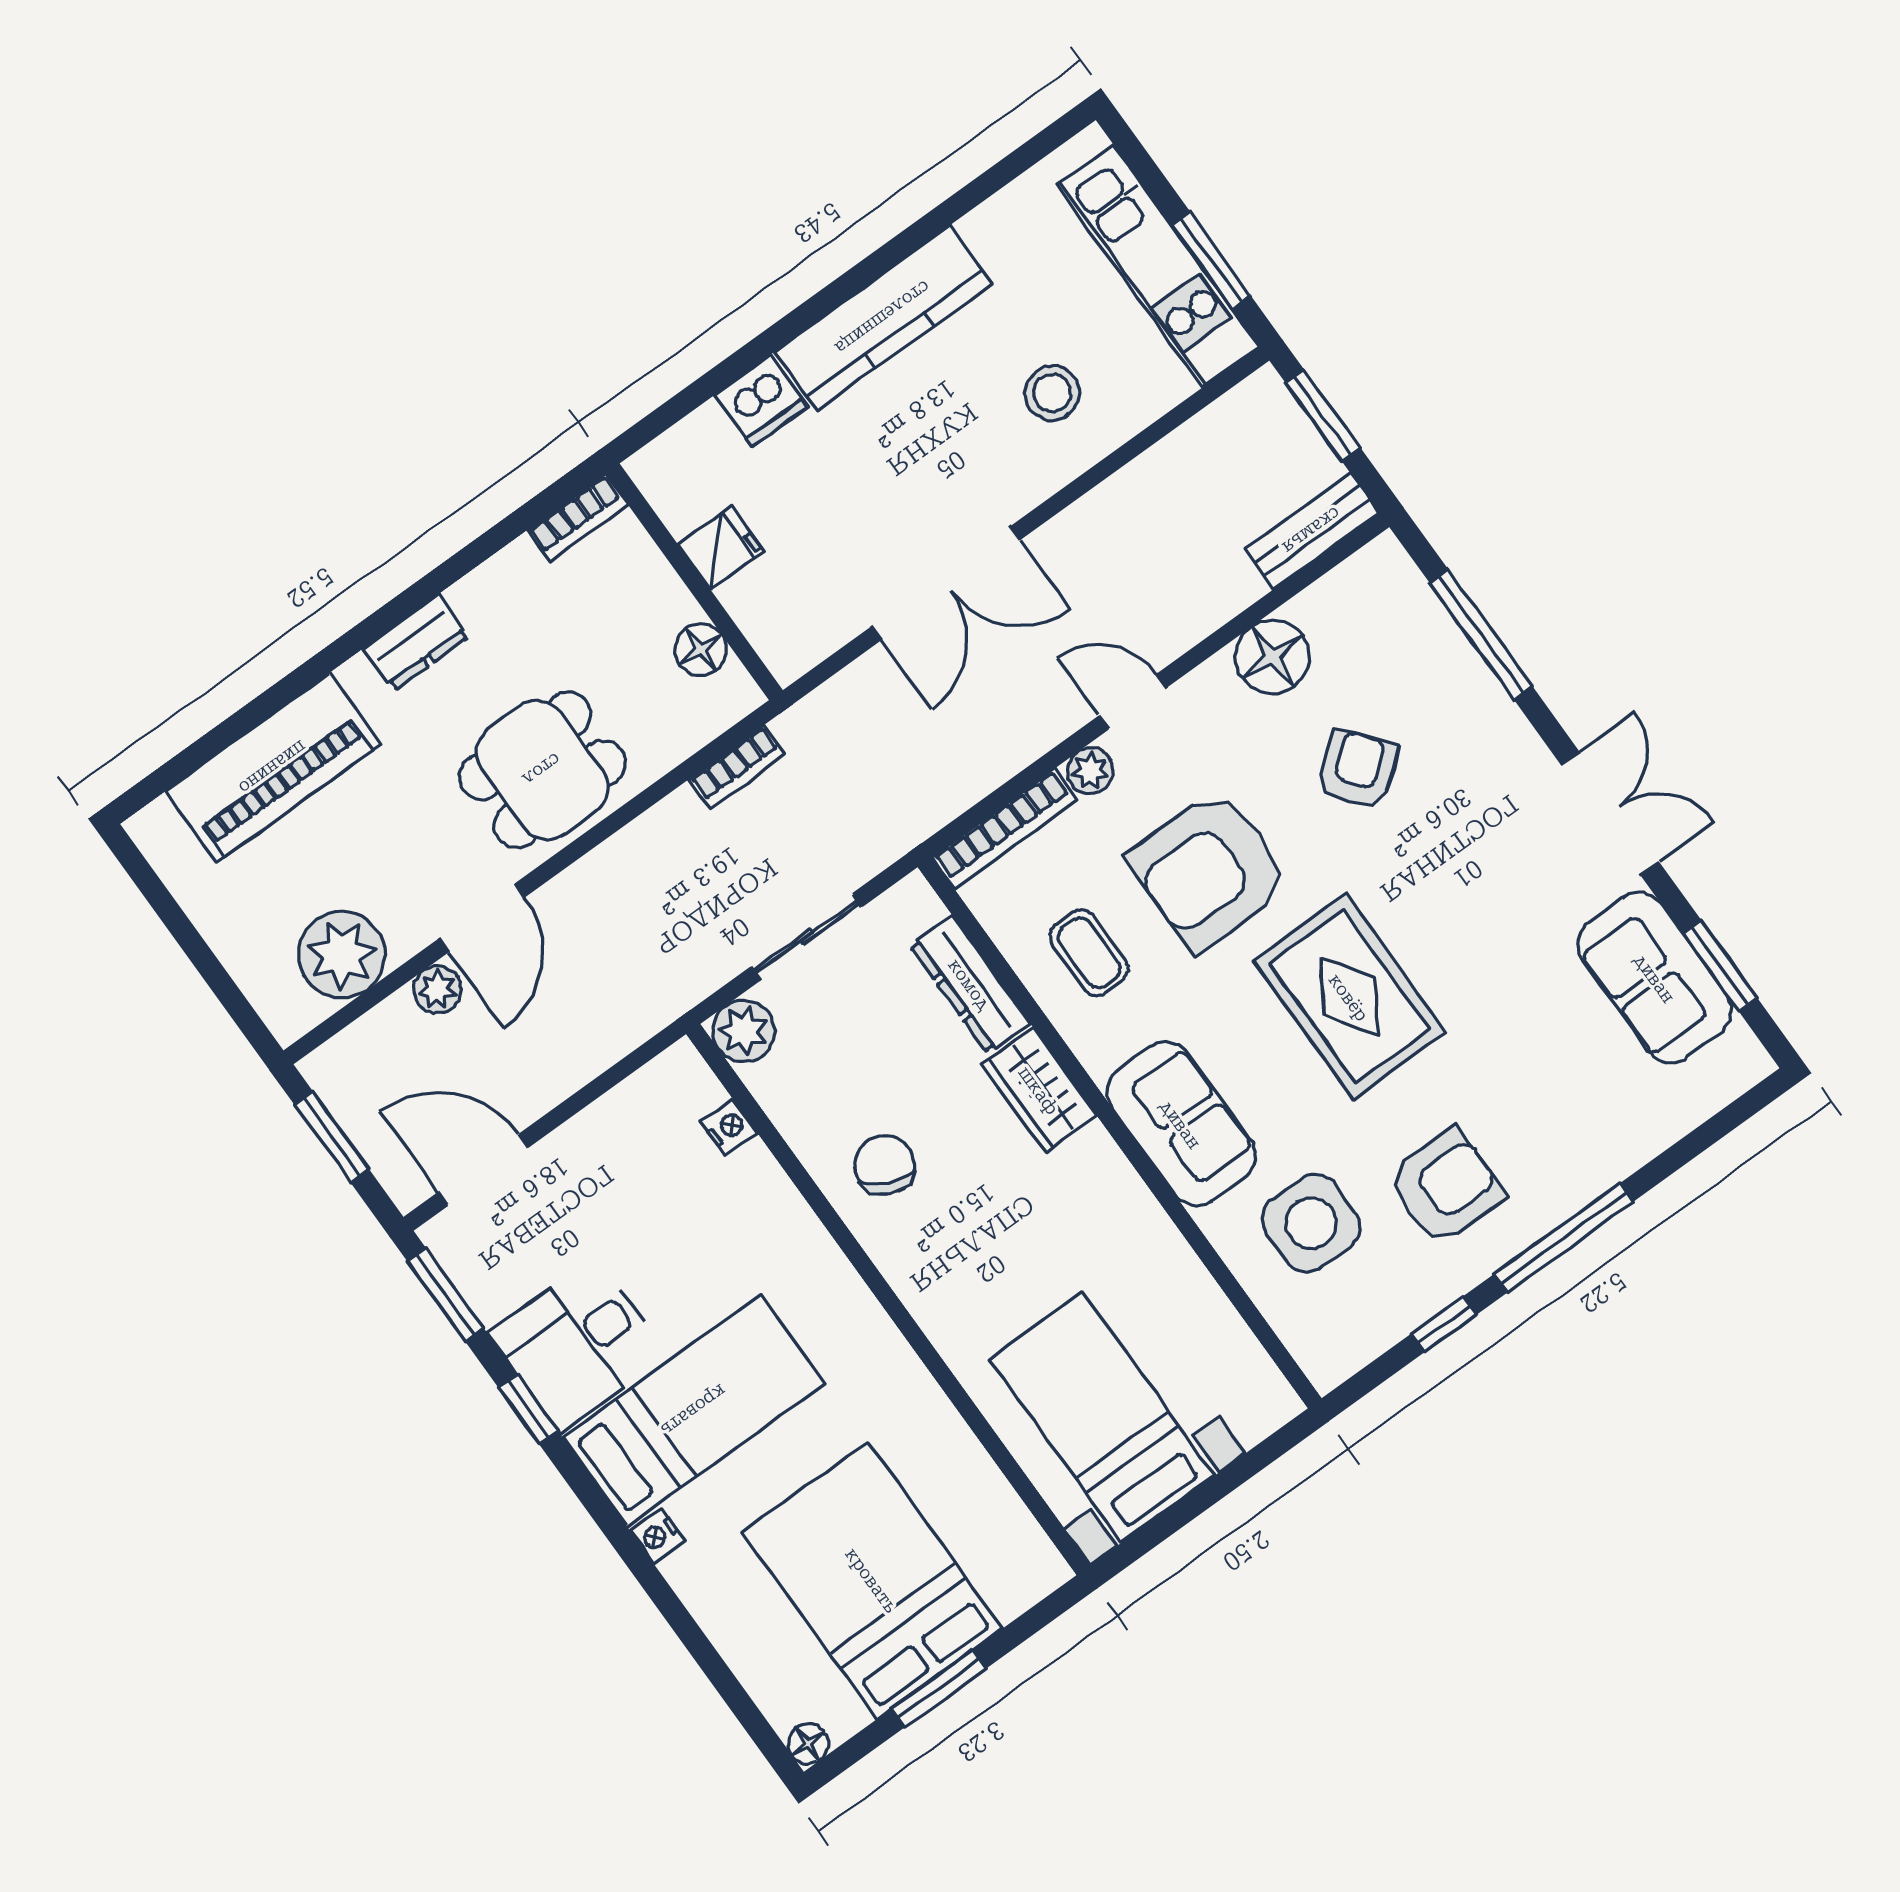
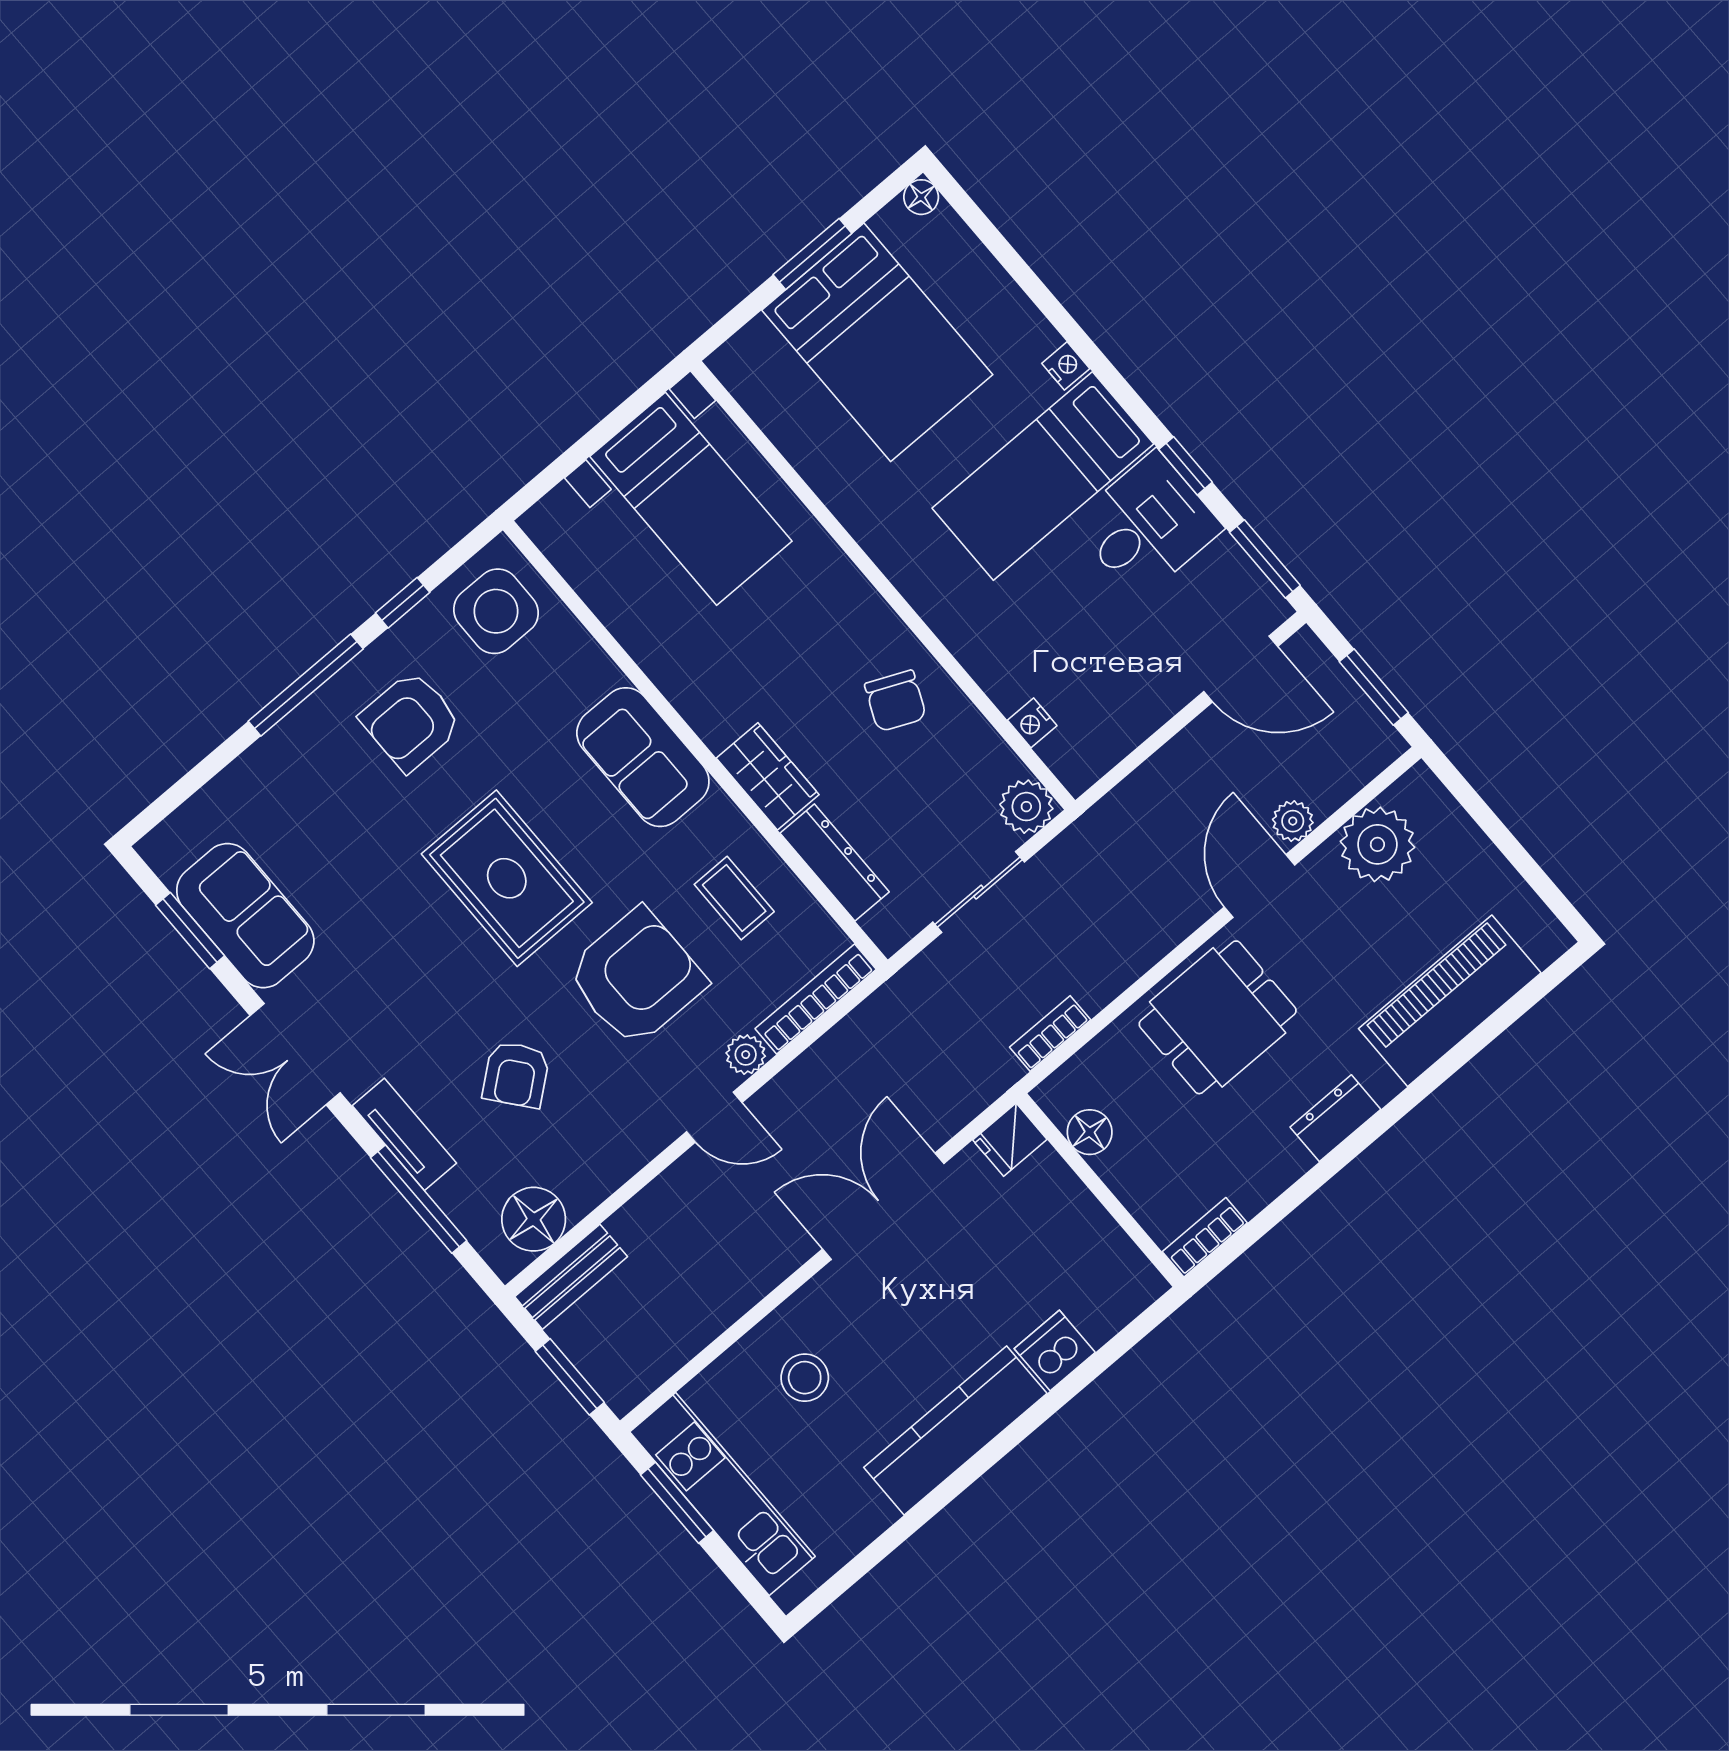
fridge: (721, 548) -> (1010, 1140), moved
floor lamp: (1272, 657) -> (534, 1219), moved
tv unit: (1491, 711) -> (404, 1134), added
side table: (1311, 1223) -> (496, 611), moved

